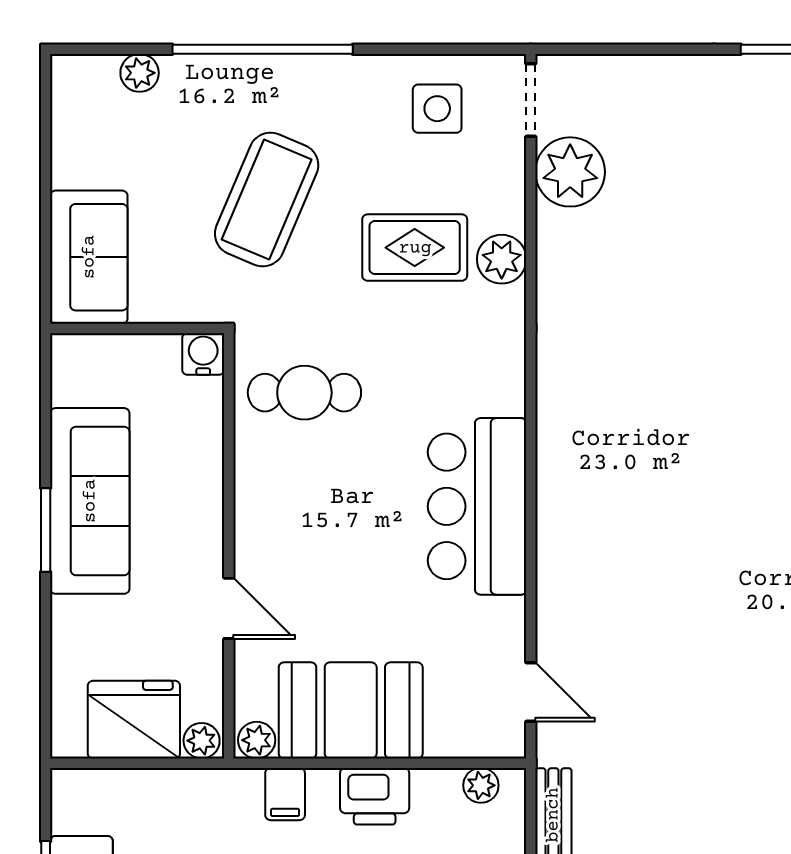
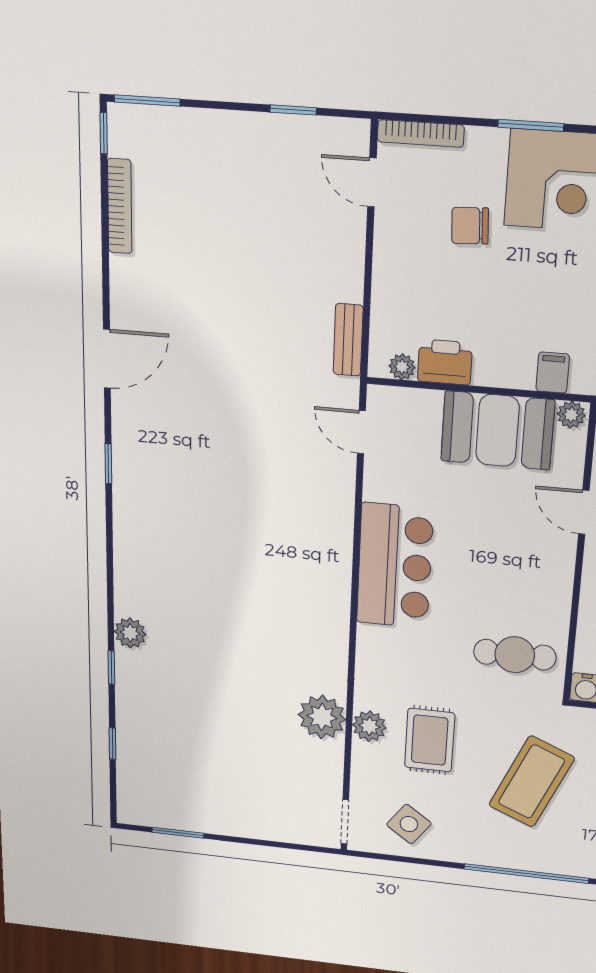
side table: (437, 109) -> (409, 824), turned 36
plant: (570, 172) -> (322, 717), moved
rug: (415, 248) -> (430, 740), turned 90
printer: (375, 796) -> (445, 362), moved

